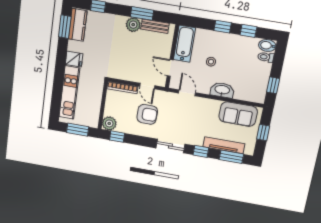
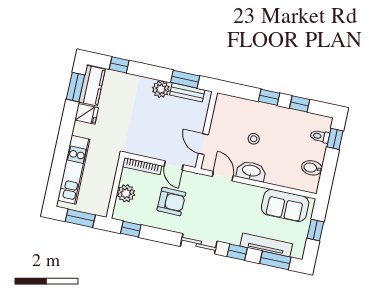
window: (142, 13) -> (185, 79), moved
bathtub: (184, 44) -> (222, 115), removed
bidet: (267, 45) -> (312, 168), moved
fridge: (74, 59) -> (87, 114), moved
window: (273, 85) -> (335, 139), moved
washbasin: (222, 90) -> (251, 171), moved
plant: (109, 123) -> (126, 193), moved

